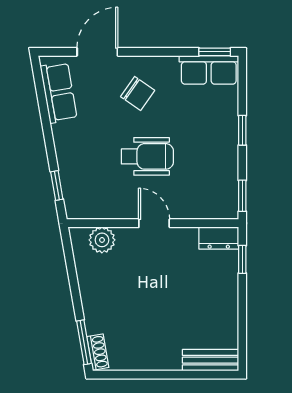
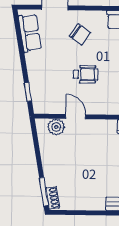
wheelchair: (147, 156) -> (86, 74), width x0.73, depth x0.73
door: (154, 223) -> (76, 117), moved

